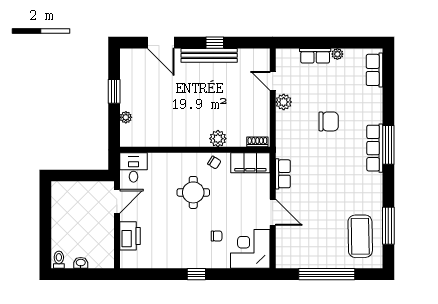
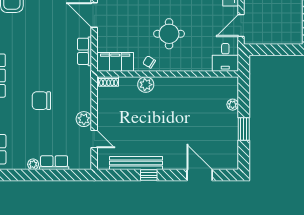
bench: (209, 55) -> (136, 163), moved

